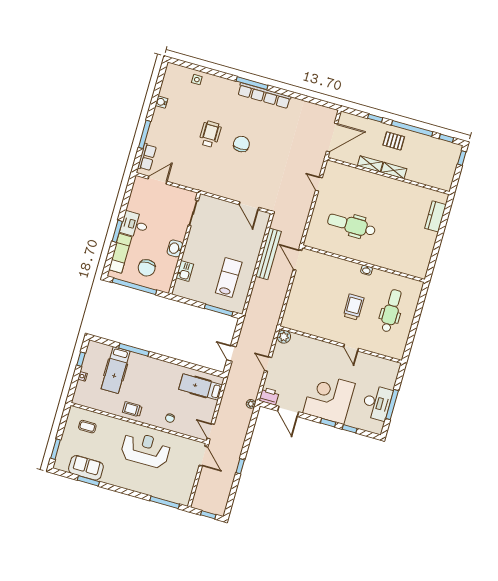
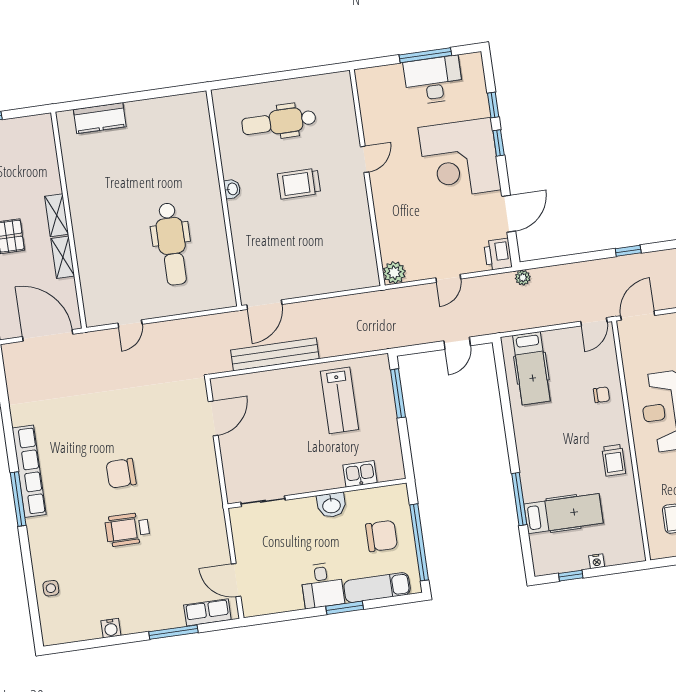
lab bench: (229, 277) -> (340, 400), turned -90

